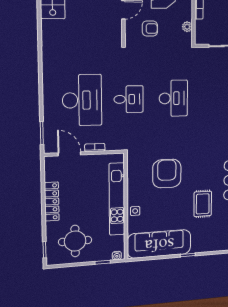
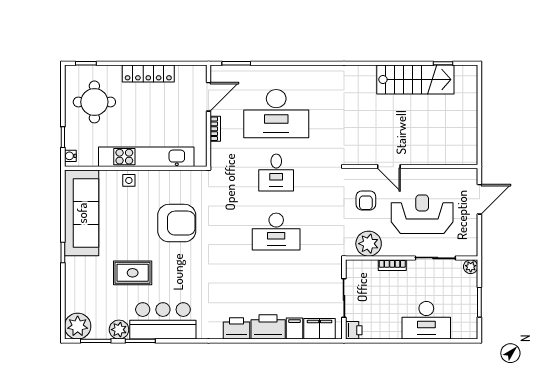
plant: (187, 27) -> (369, 244), width x1.88, depth x1.88

